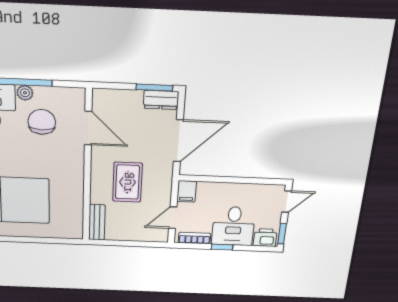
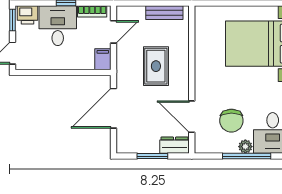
window: (154, 88) -> (152, 156), moved
dresser: (161, 100) -> (175, 145), moved
bench: (97, 222) -> (164, 13), moved, turned 90

